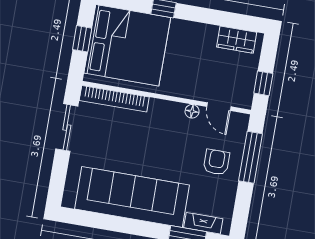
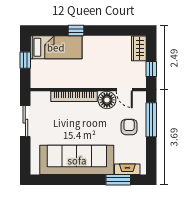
wardrobe: (237, 40) -> (139, 48), moved, turned 90
bed: (127, 45) -> (56, 47), width x0.49
bookcase: (114, 99) -> (74, 96), moved
floor lamp: (192, 111) -> (107, 100), width x1.89, depth x1.89

